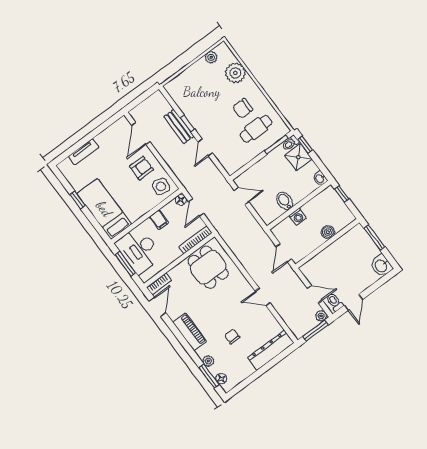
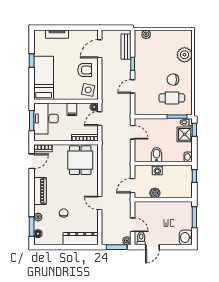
plant: (211, 57) -> (146, 34), moved
bench: (179, 126) -> (126, 47), moved
boiler: (328, 232) -> (155, 193), moved

